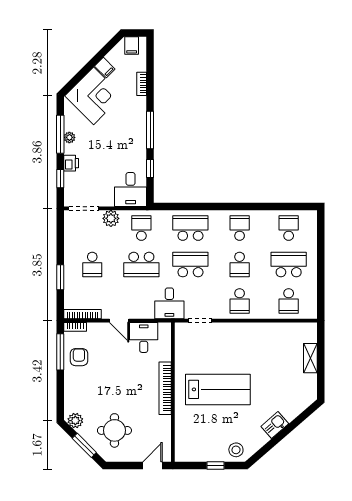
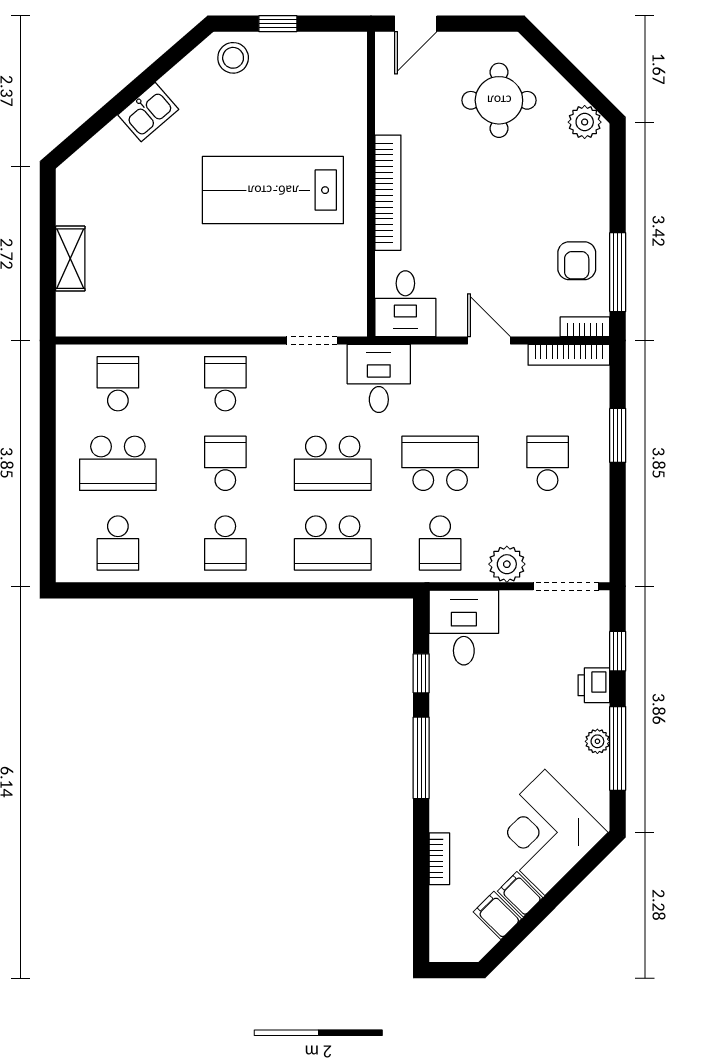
filing cabinet: (132, 46) -> (497, 915), moved, turned -45
desk: (144, 337) -> (405, 304), moved
window: (84, 445) -> (565, 68), removed

